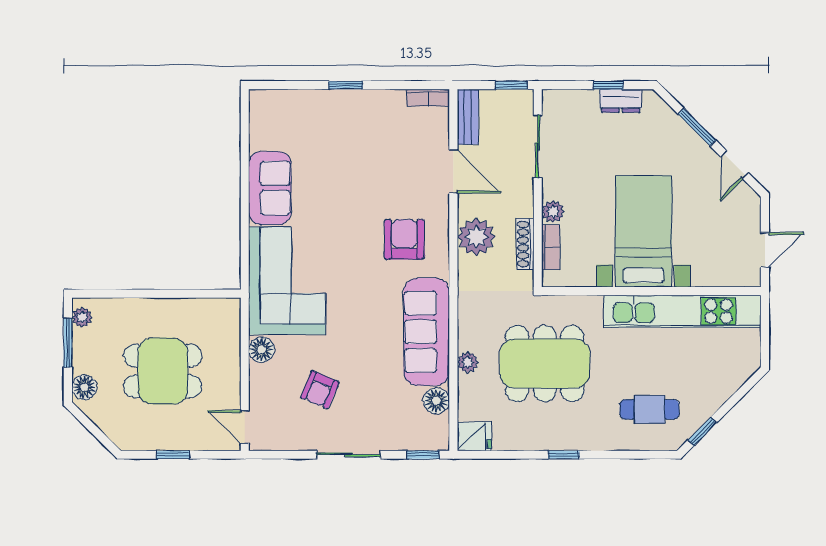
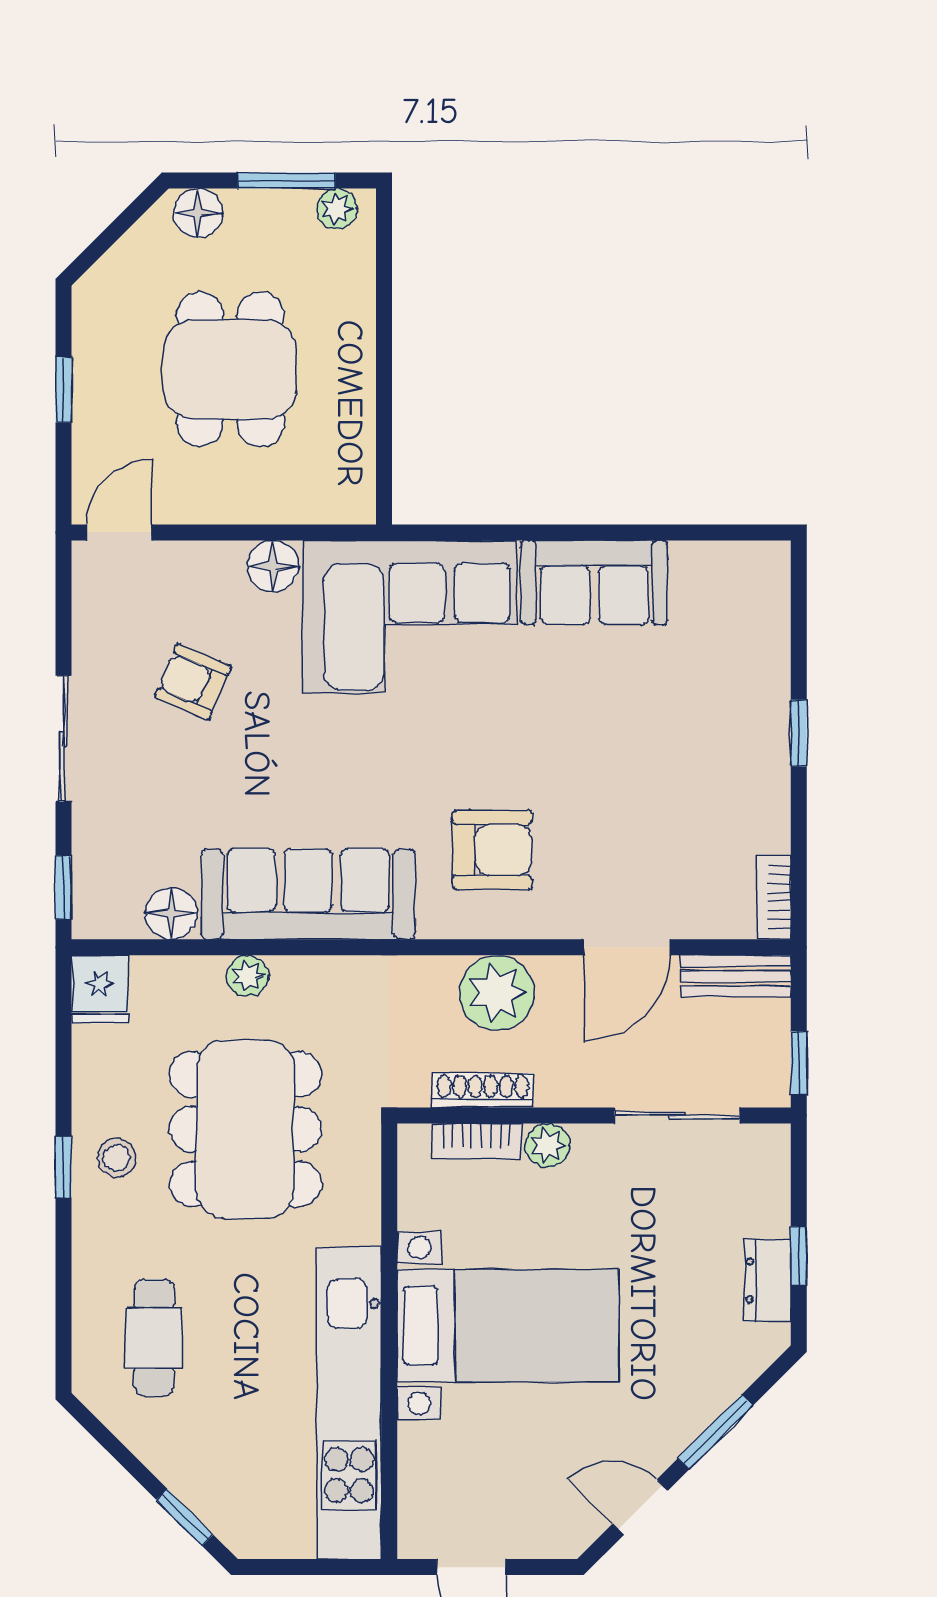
stool: (559, 428) -> (117, 1158), added
window: (702, 431) -> (185, 1517), moved

